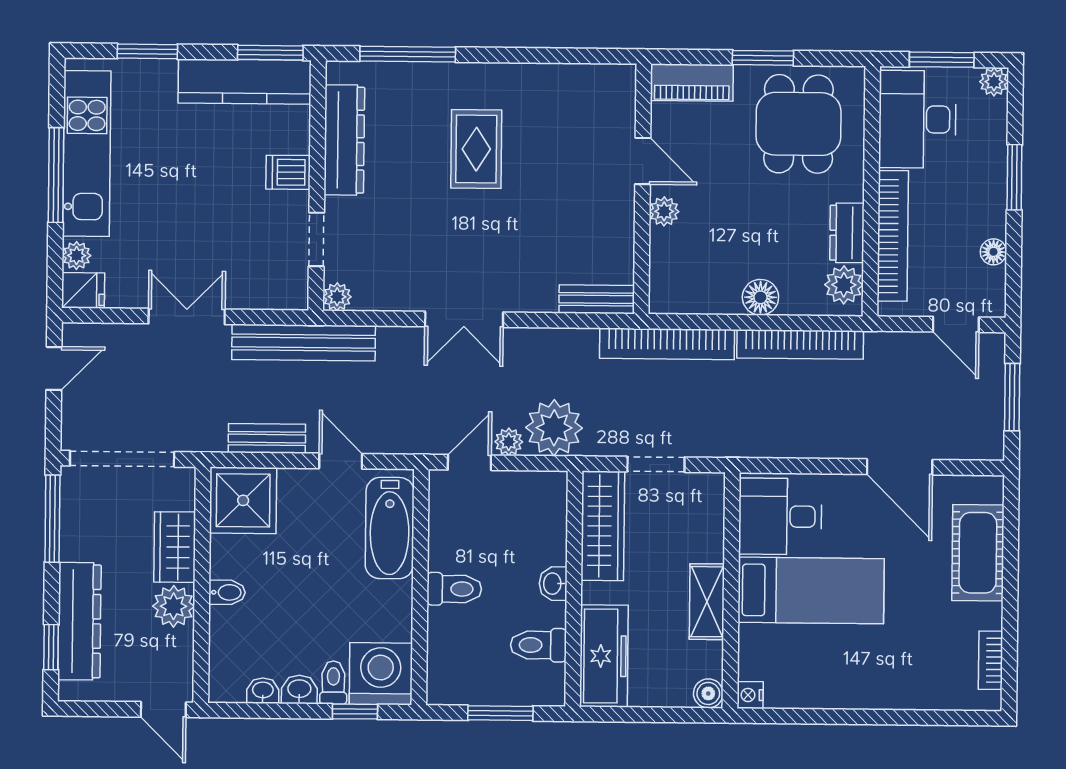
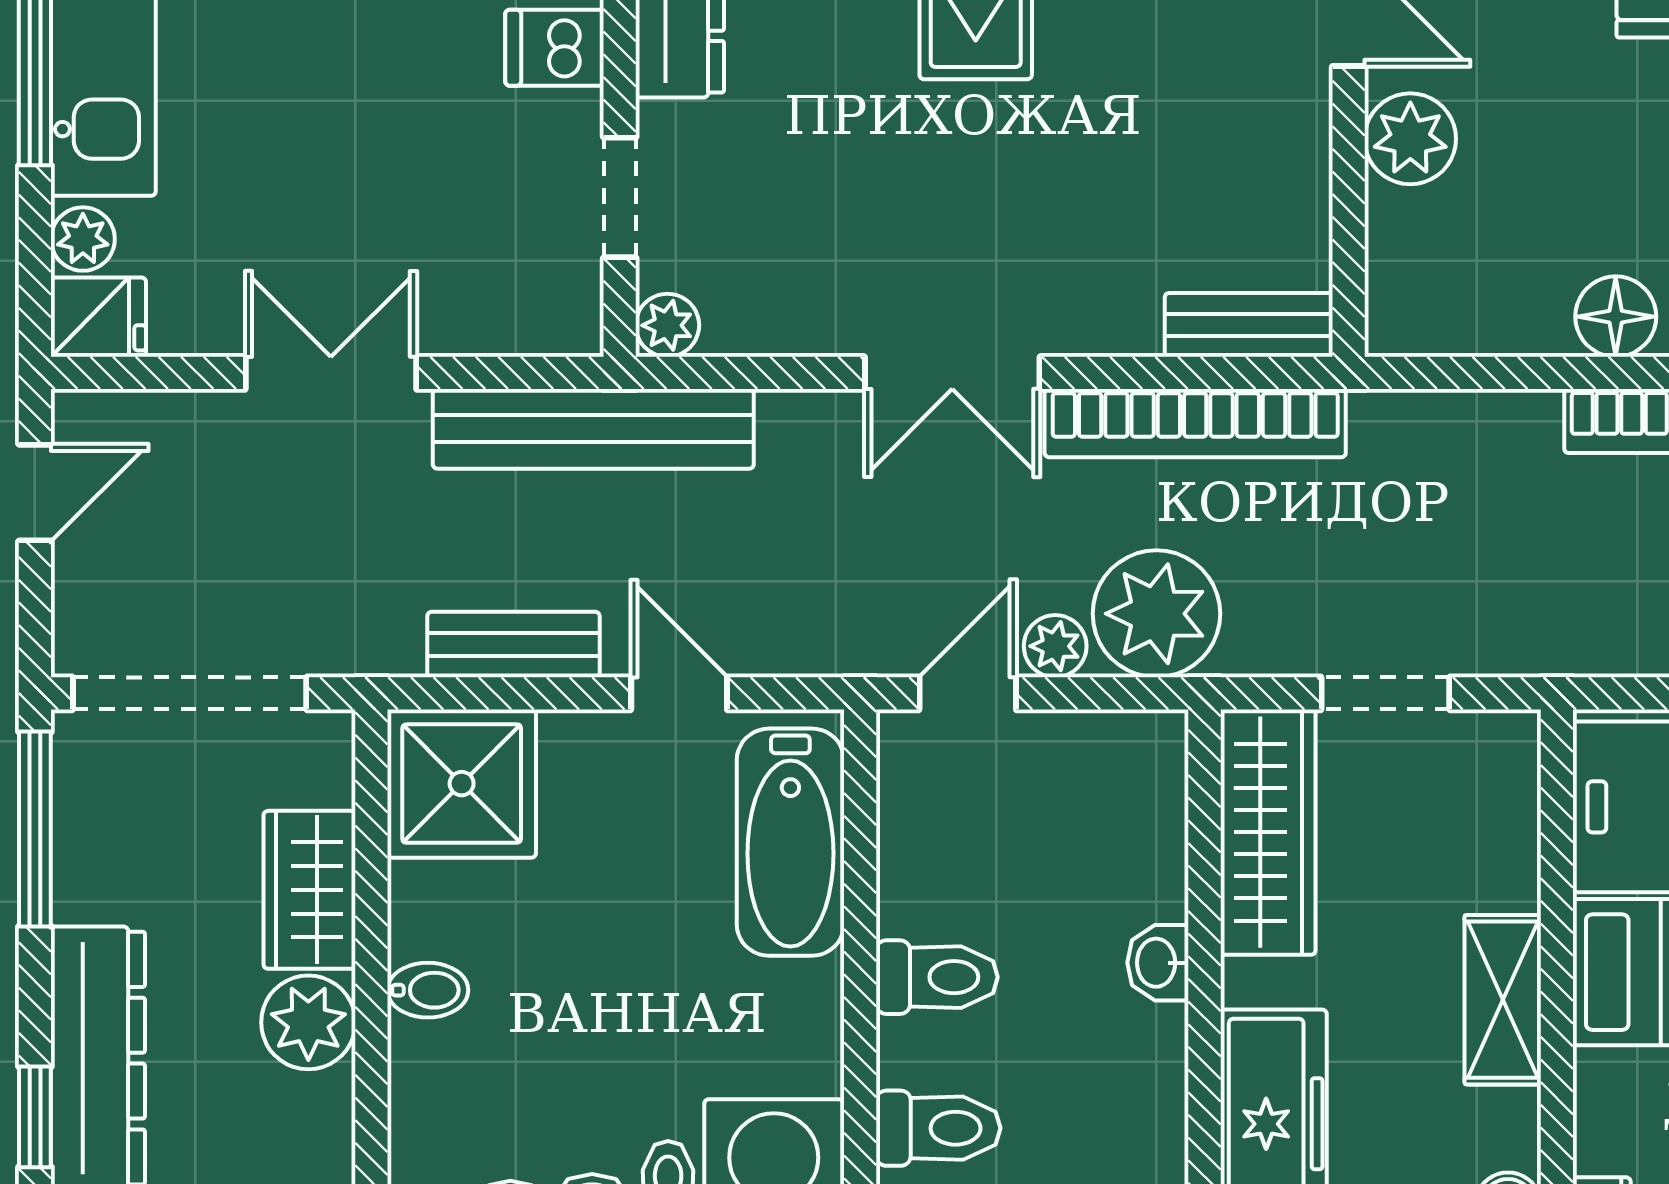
plant: (664, 211) -> (1410, 139), width x1.38, depth x1.38
bookcase: (667, 344) -> (1195, 423), moved
toilet: (538, 645) -> (938, 1128), moved, turned 180

